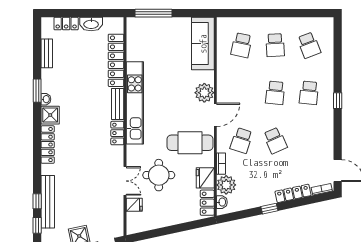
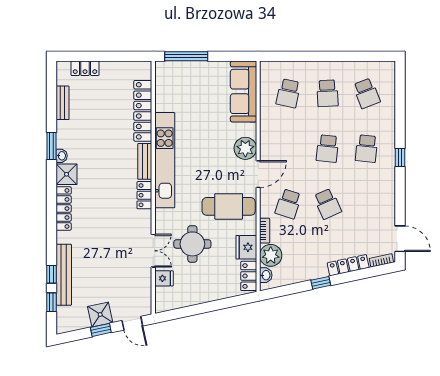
washbasin: (91, 24) -> (114, 69), removed

